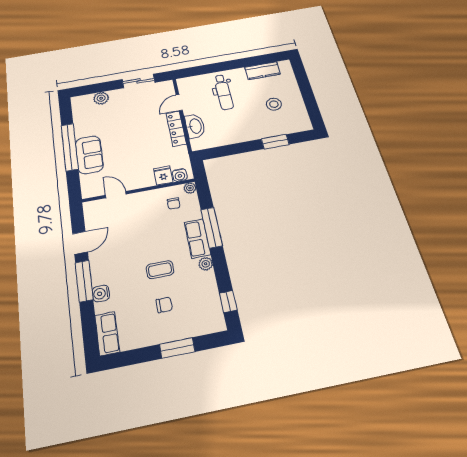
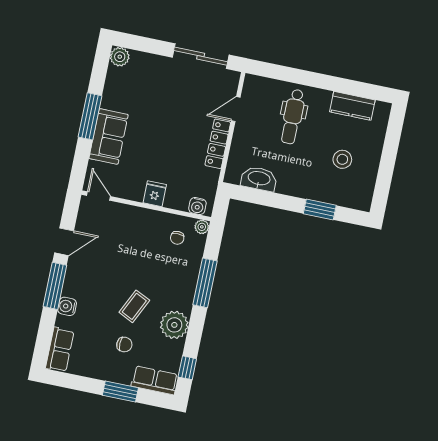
sliding door: (139, 81) -> (201, 56), width x1.37
plant: (101, 98) -> (120, 57), moved
washbasin: (195, 126) -> (259, 179), moved, turned -90
window: (70, 147) -> (90, 116), width x0.68
fridge: (163, 175) -> (155, 194), moved
door: (116, 195) -> (99, 196), moved
row of seats: (197, 238) -> (155, 380), moved, turned 90
plant: (206, 264) -> (174, 325), width x1.88, depth x1.88
coffee table: (160, 270) -> (134, 306), turned -64

